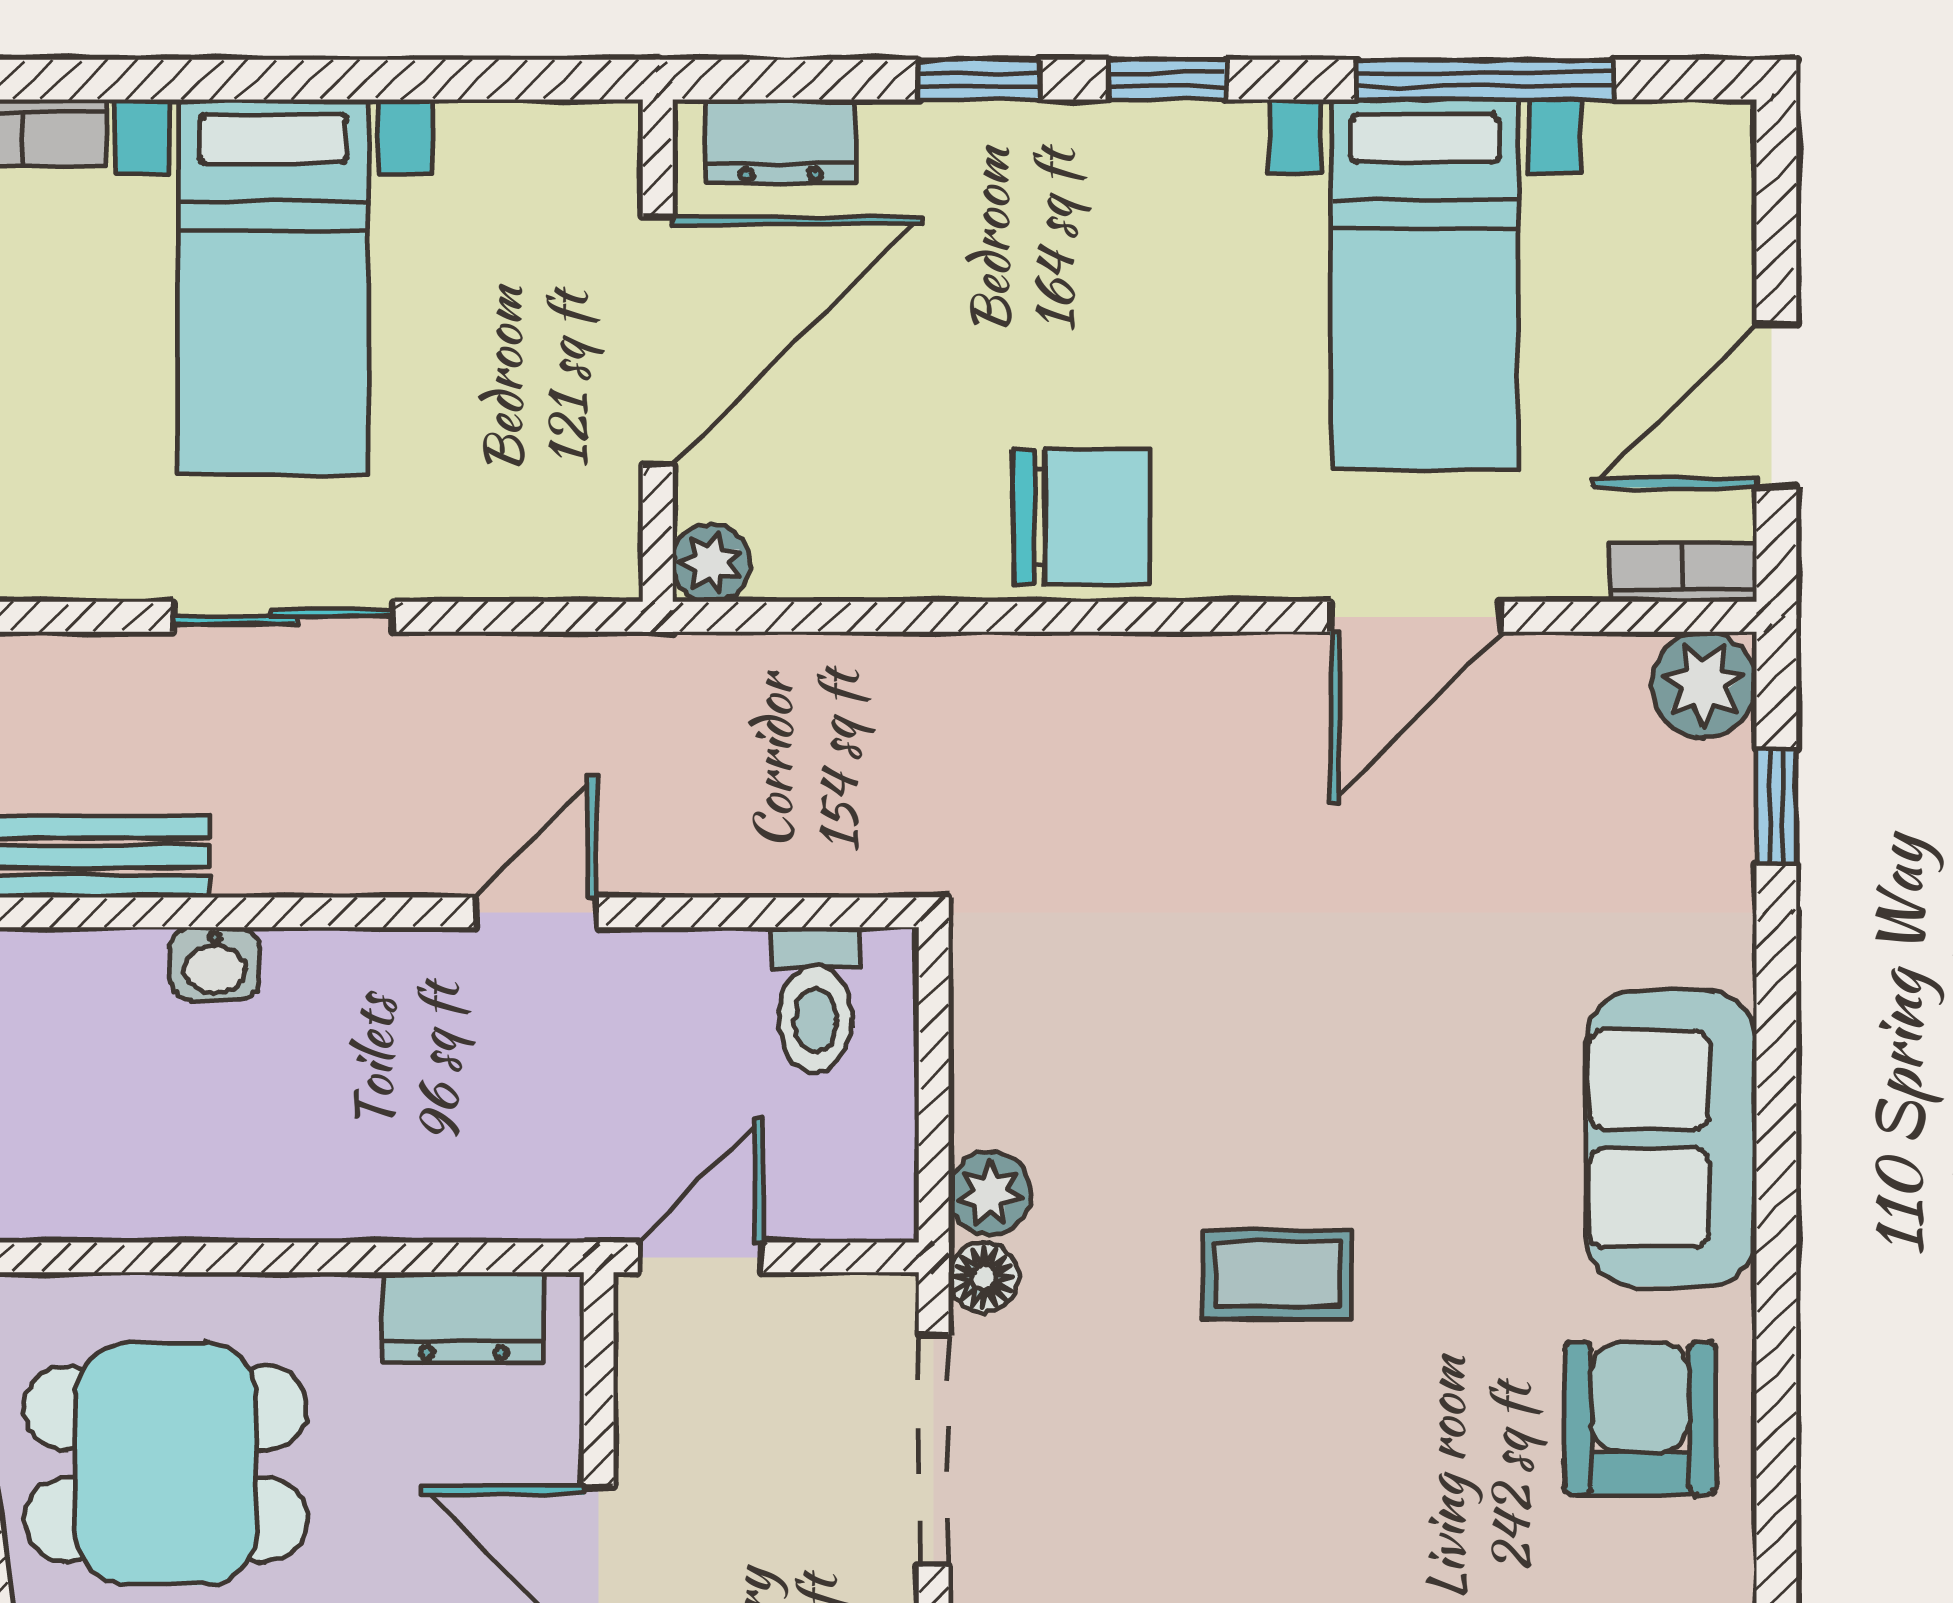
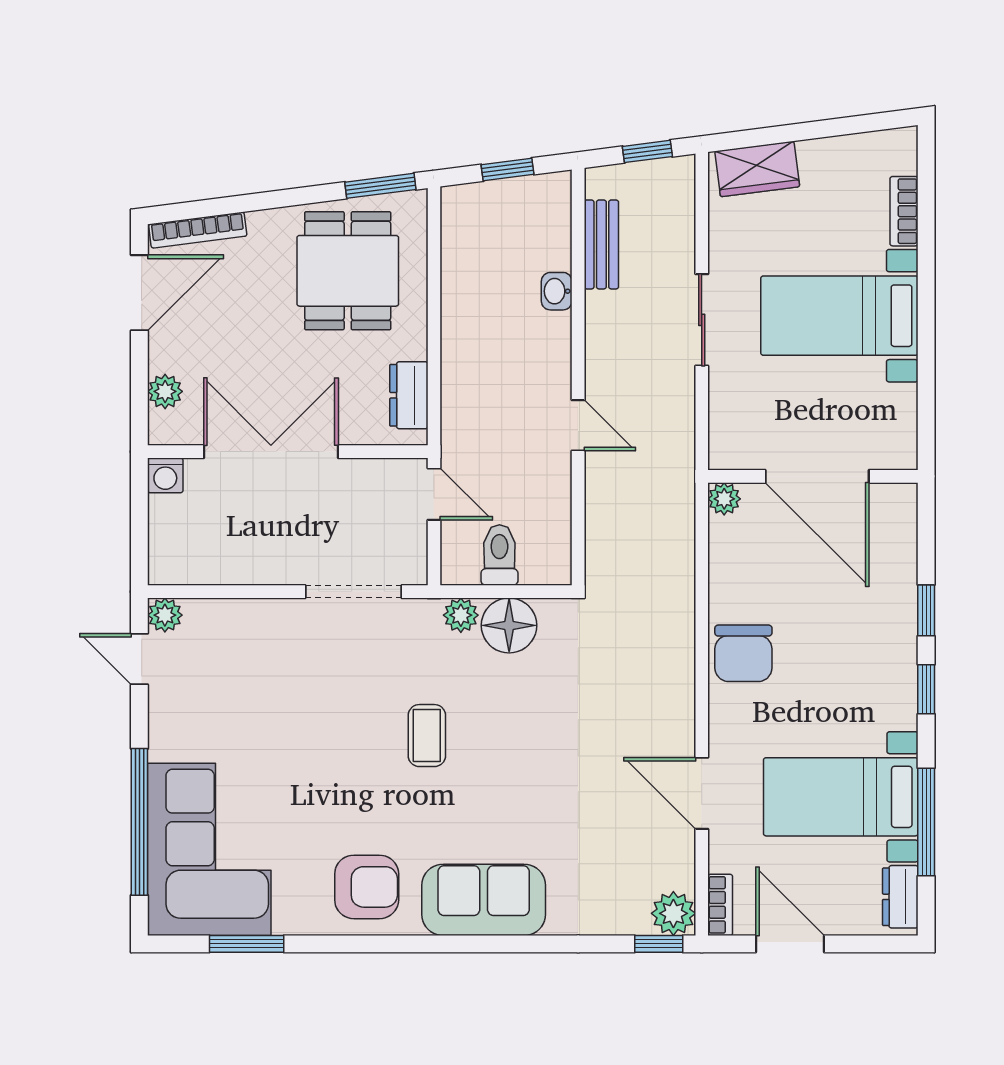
dresser: (781, 141) -> (900, 897), moved
window: (1776, 806) -> (659, 944), moved
toilet: (815, 1000) -> (499, 555), moved, turned 90
floor lamp: (983, 1278) -> (509, 625), moved, width x1.89, depth x1.89

